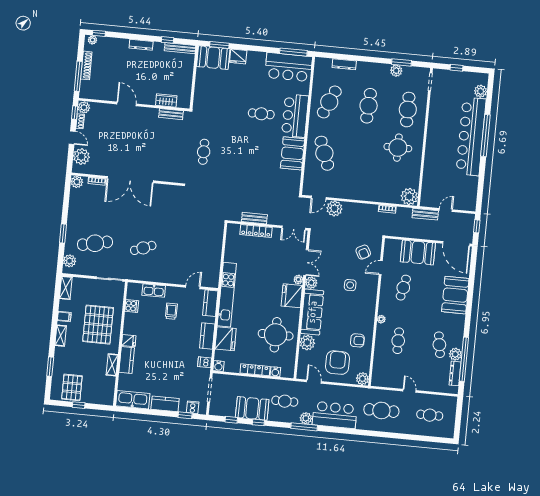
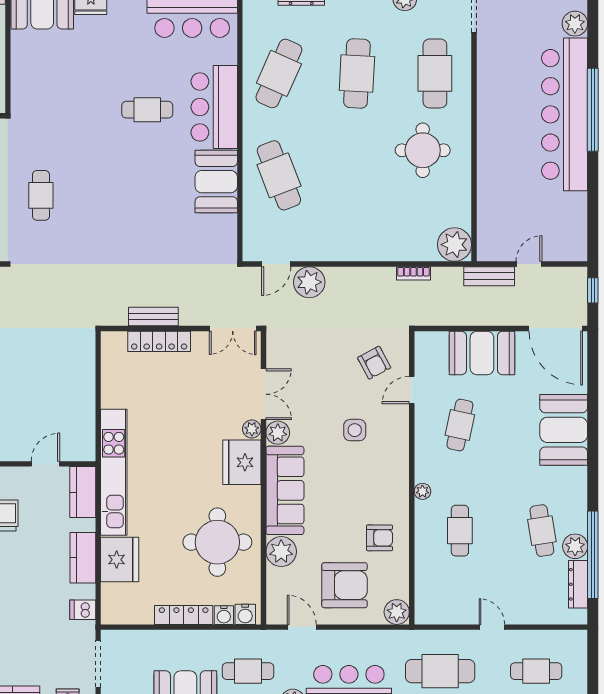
armchair: (337, 363) -> (344, 585), turned 90
water cooler: (218, 366) -> (245, 614), moved

